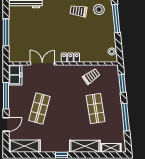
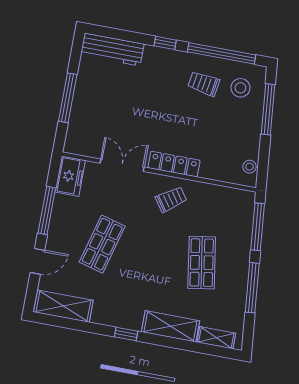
locker: (70, 58) -> (174, 164), width x1.53
trolley: (91, 76) -> (171, 199), moved
window: (122, 83) -> (258, 227), width x1.44

